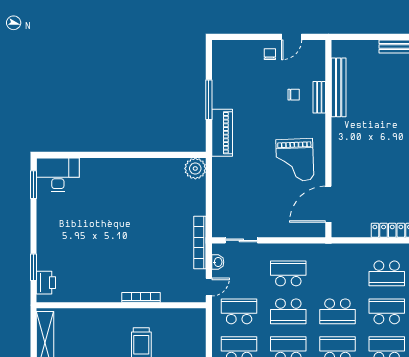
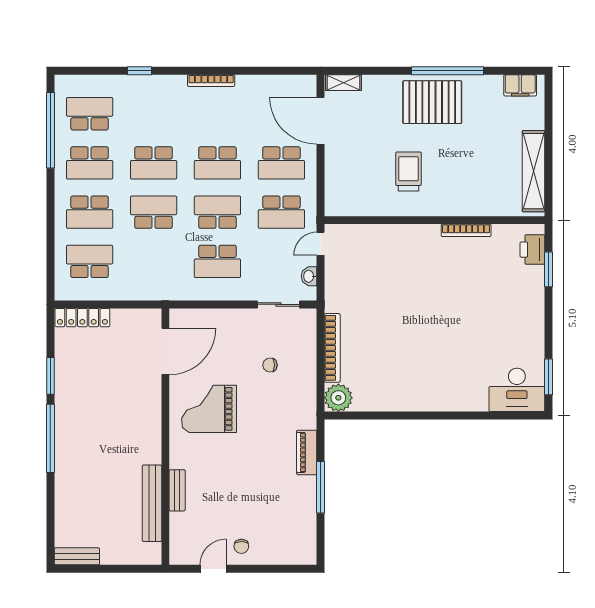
chair: (294, 95) -> (270, 365), moved
piano: (222, 133) -> (307, 452), width x0.73, depth x0.75
grand piano: (295, 160) -> (209, 409), turned -88
bookcase: (200, 243) -> (332, 348), moved
bookcase: (141, 297) -> (466, 230), moved

